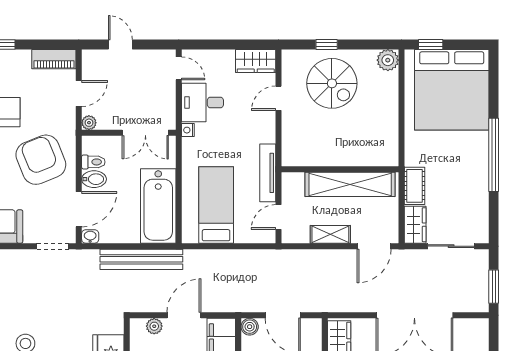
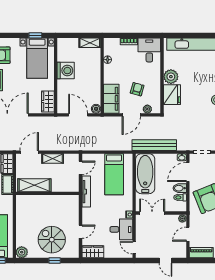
shelving: (350, 184) -> (34, 185), width x0.68

